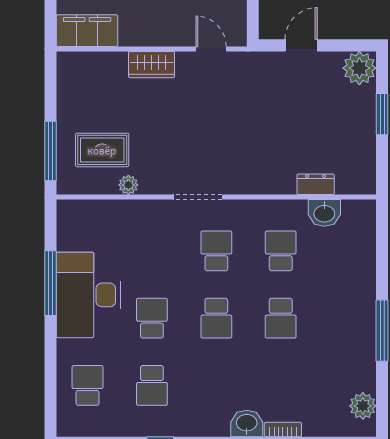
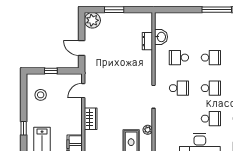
school desk: (216, 251) -> (179, 88), turned 180
school desk: (152, 318) -> (211, 119), turned 180

